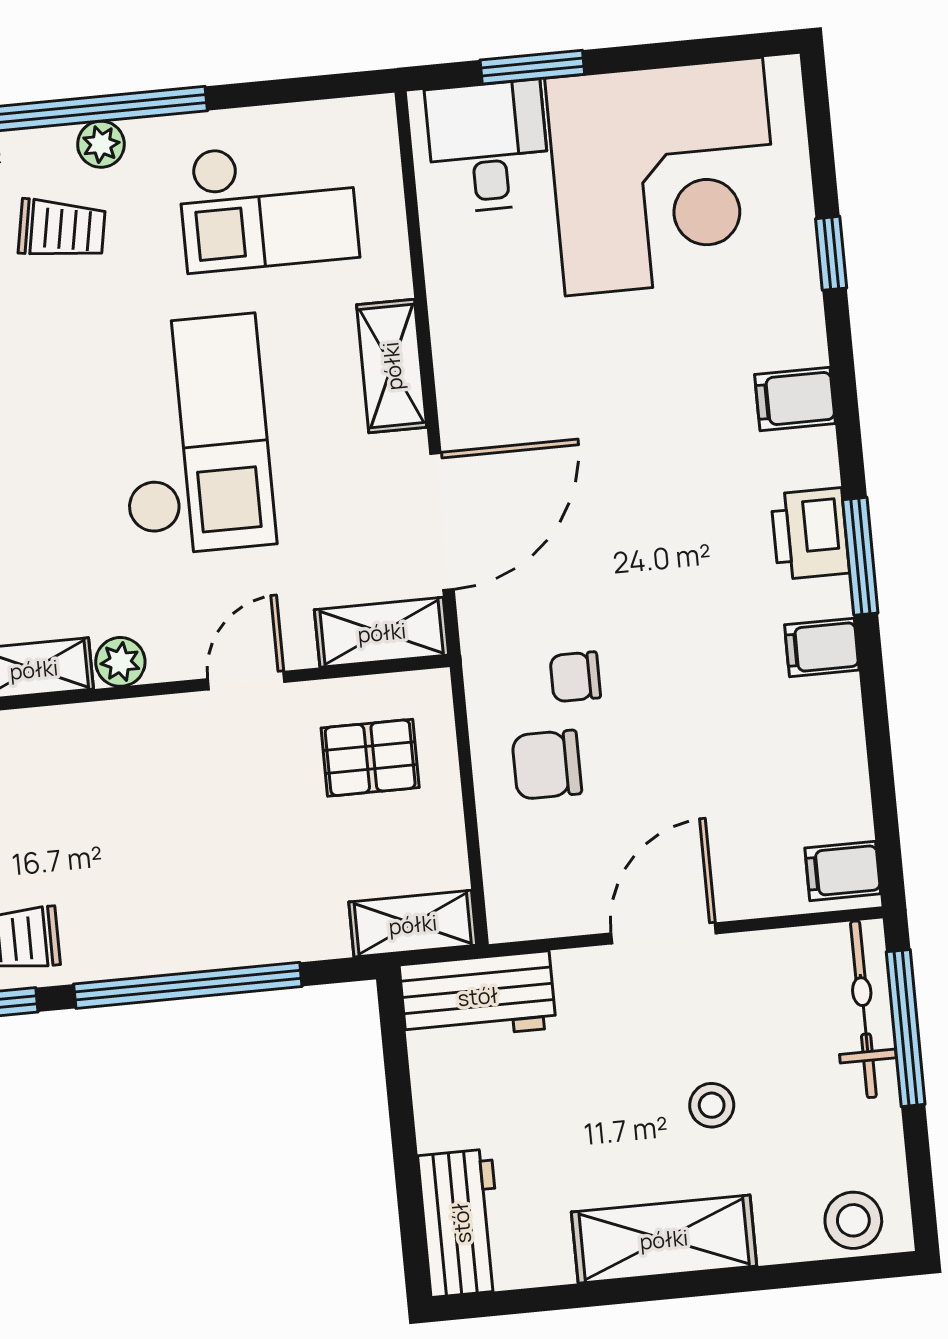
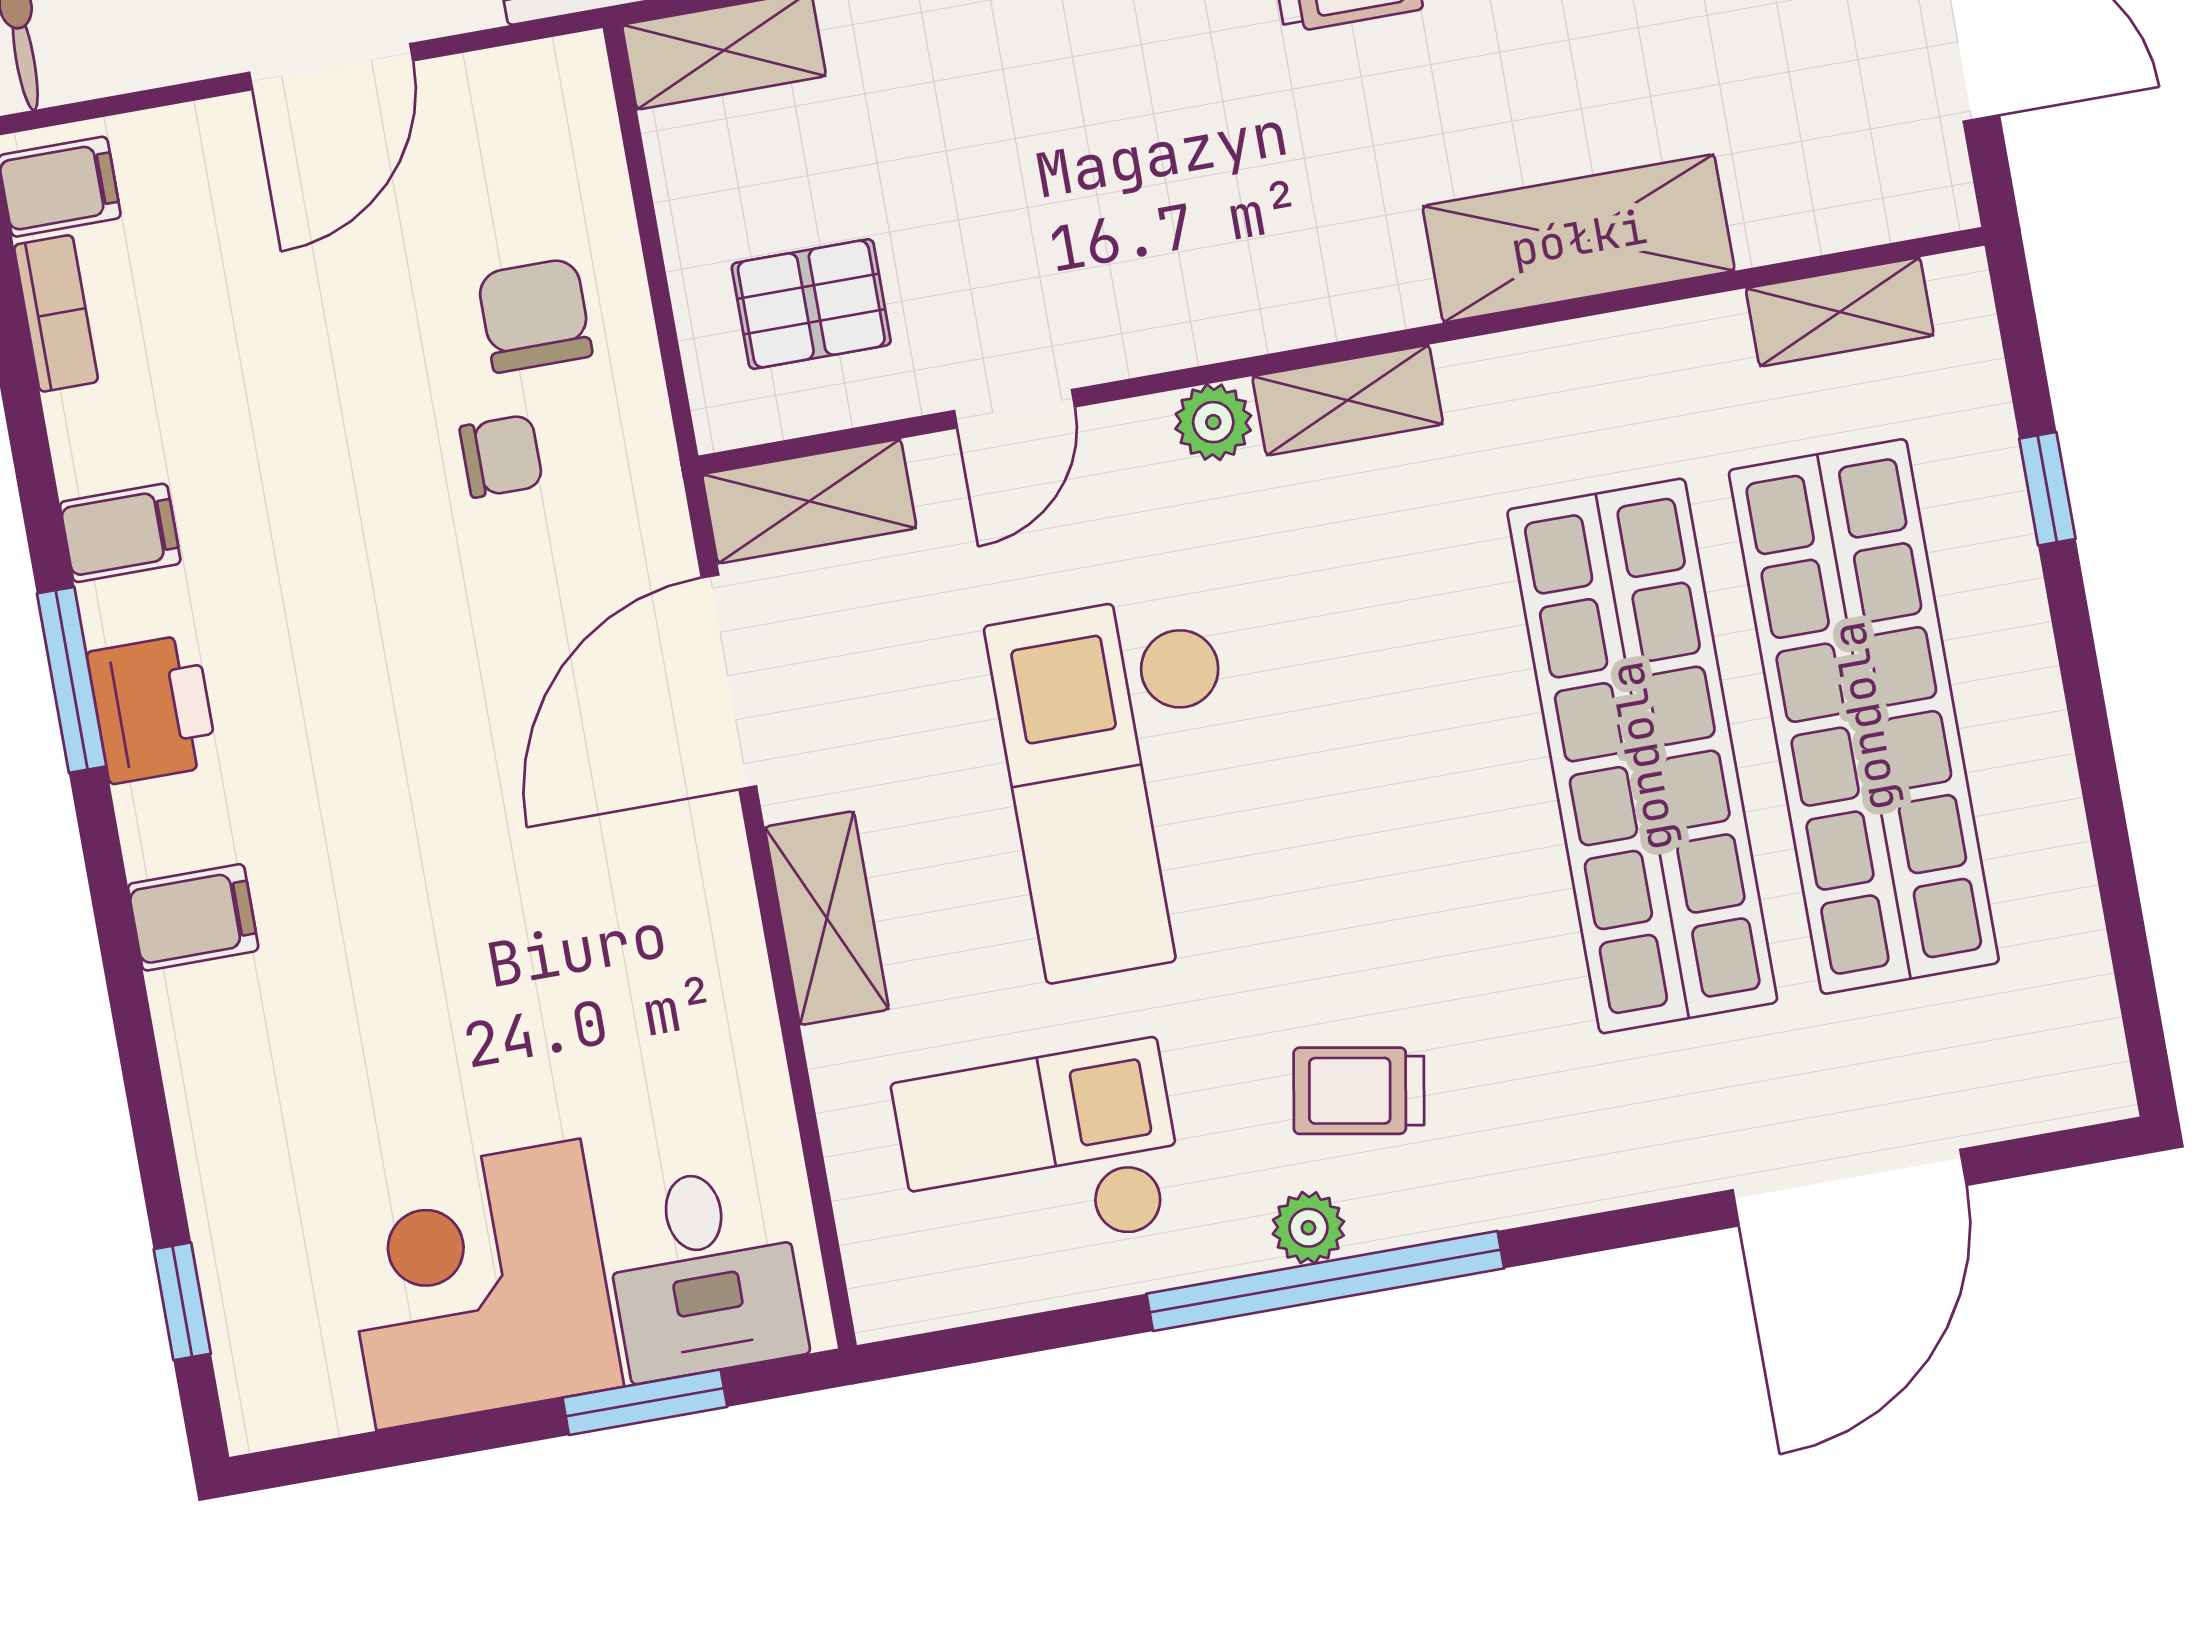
corner desk: (664, 177) -> (478, 1285), width x0.74, depth x0.74
window: (831, 253) -> (182, 1301), moved
chair: (547, 765) -> (535, 315), turned -90
bookcase: (851, 790) -> (56, 313), added

